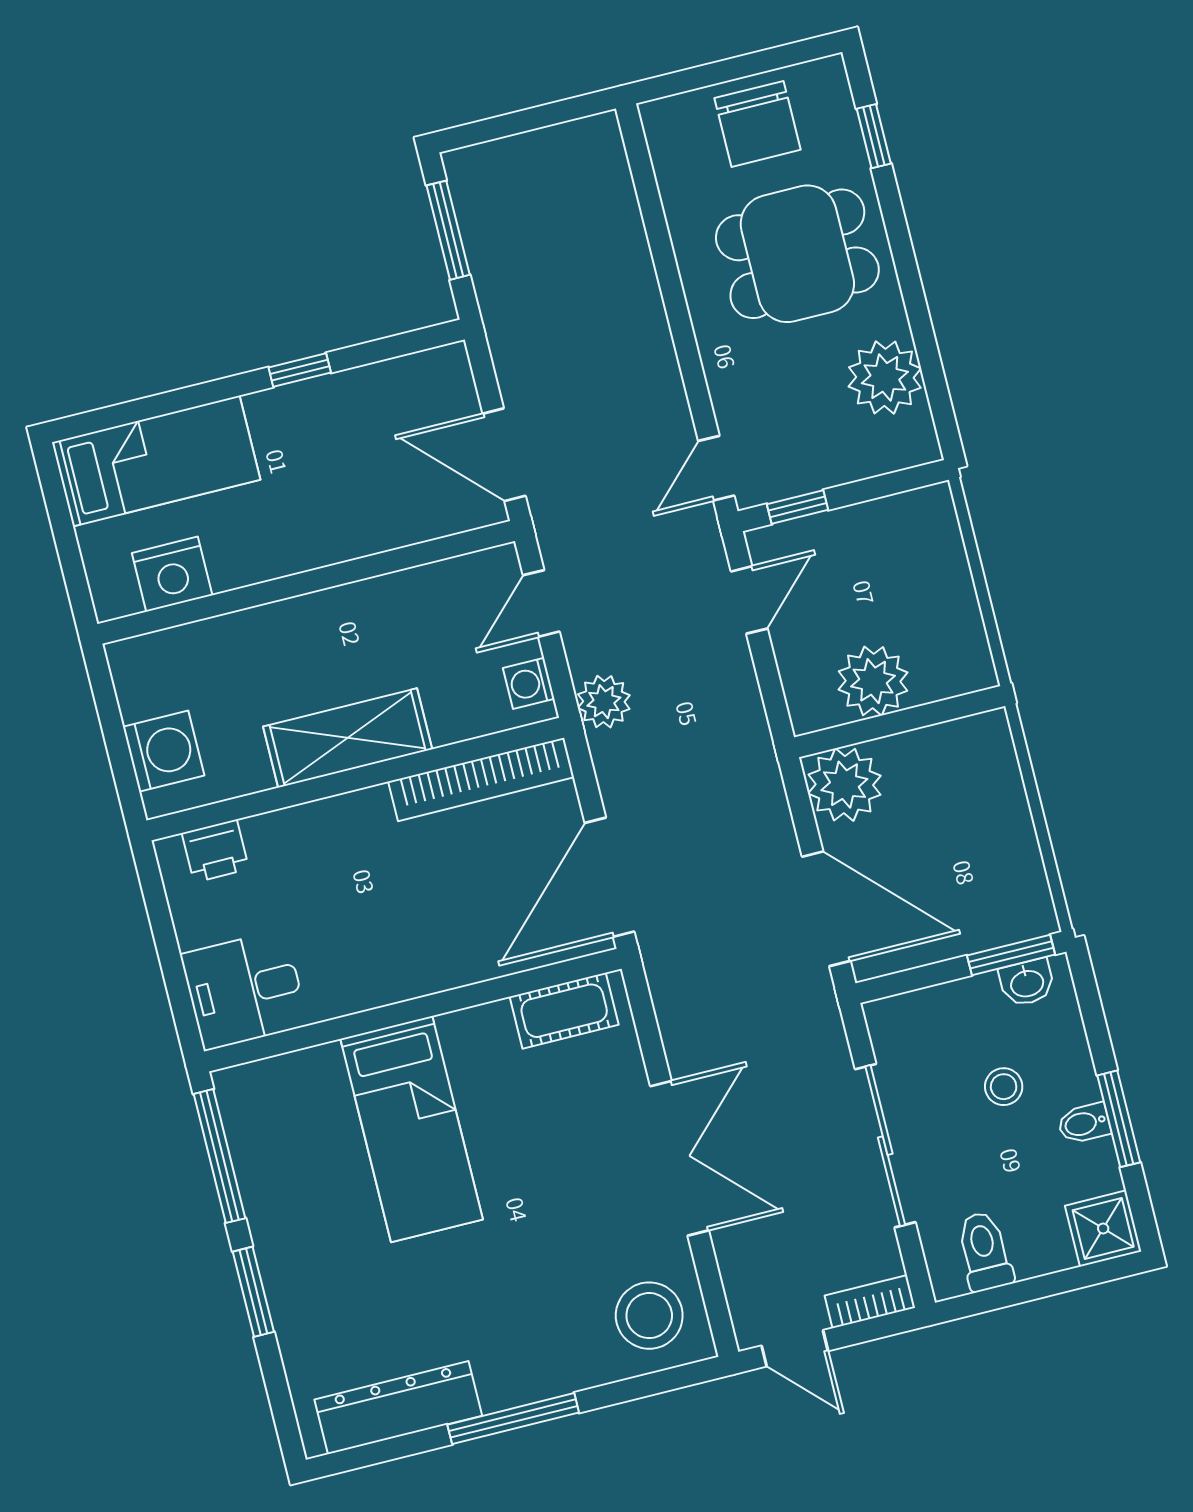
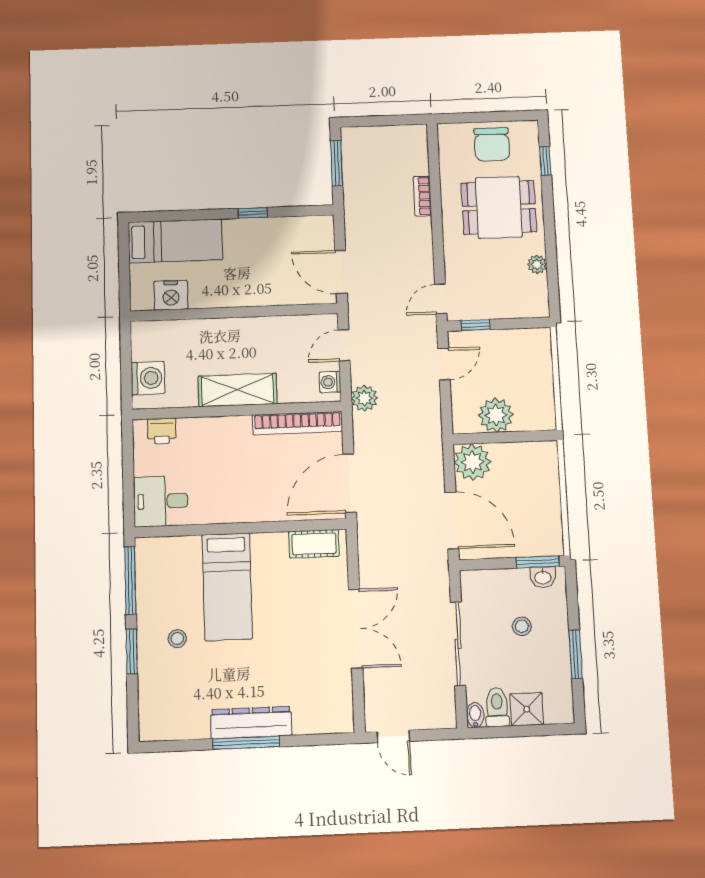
plant: (885, 377) -> (537, 264), width x0.53, depth x0.53
bidet: (1084, 1123) -> (475, 715), moved, turned 90
shower: (1103, 1228) -> (527, 709), moved
bookcase: (870, 1302) -> (422, 196), moved, turned -90
stool: (649, 1316) -> (177, 639), moved, width x0.53, depth x0.53
dresser: (398, 1408) -> (251, 723), moved

